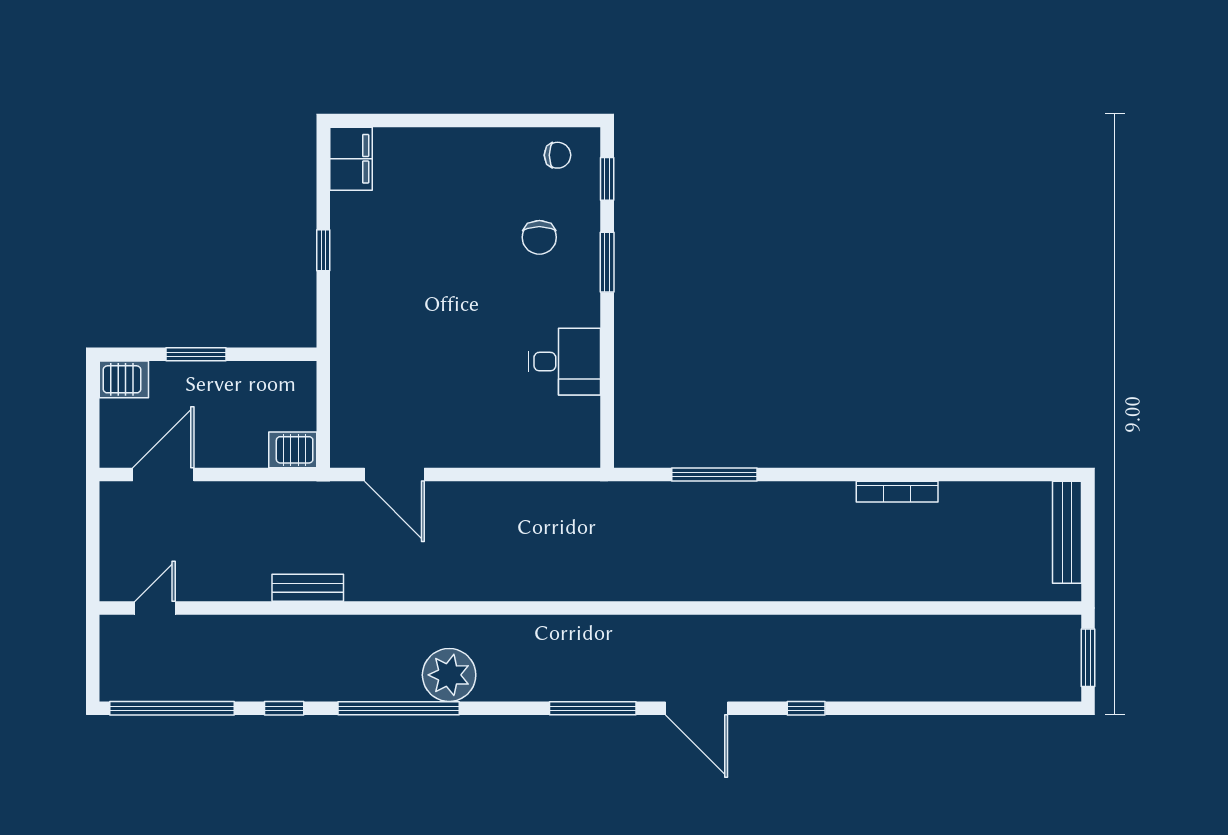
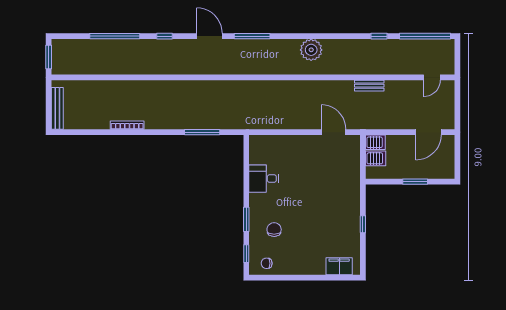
filing cabinet: (351, 159) -> (339, 266), moved, turned 90
server rack: (124, 379) -> (376, 158), moved, turned 180
window: (399, 708) -> (115, 36), moved

